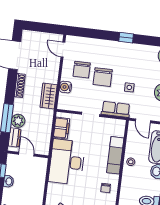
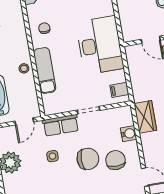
chair: (103, 77) -> (88, 159), turned 90
door: (143, 121) -> (24, 121), swing flipped
filing cabinet: (62, 128) -> (119, 90), width x0.50

